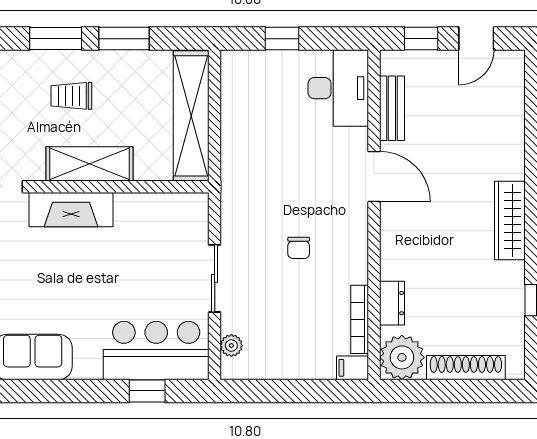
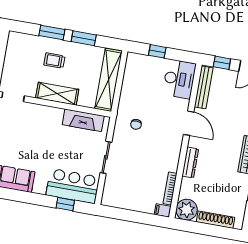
bench: (392, 108) -> (204, 87), width x1.36
fireplace: (71, 210) -> (83, 120), moved
chair: (299, 248) -> (136, 124), moved
dresser: (392, 303) -> (190, 162), moved, width x1.44
plant: (231, 346) -> (108, 190), removed

